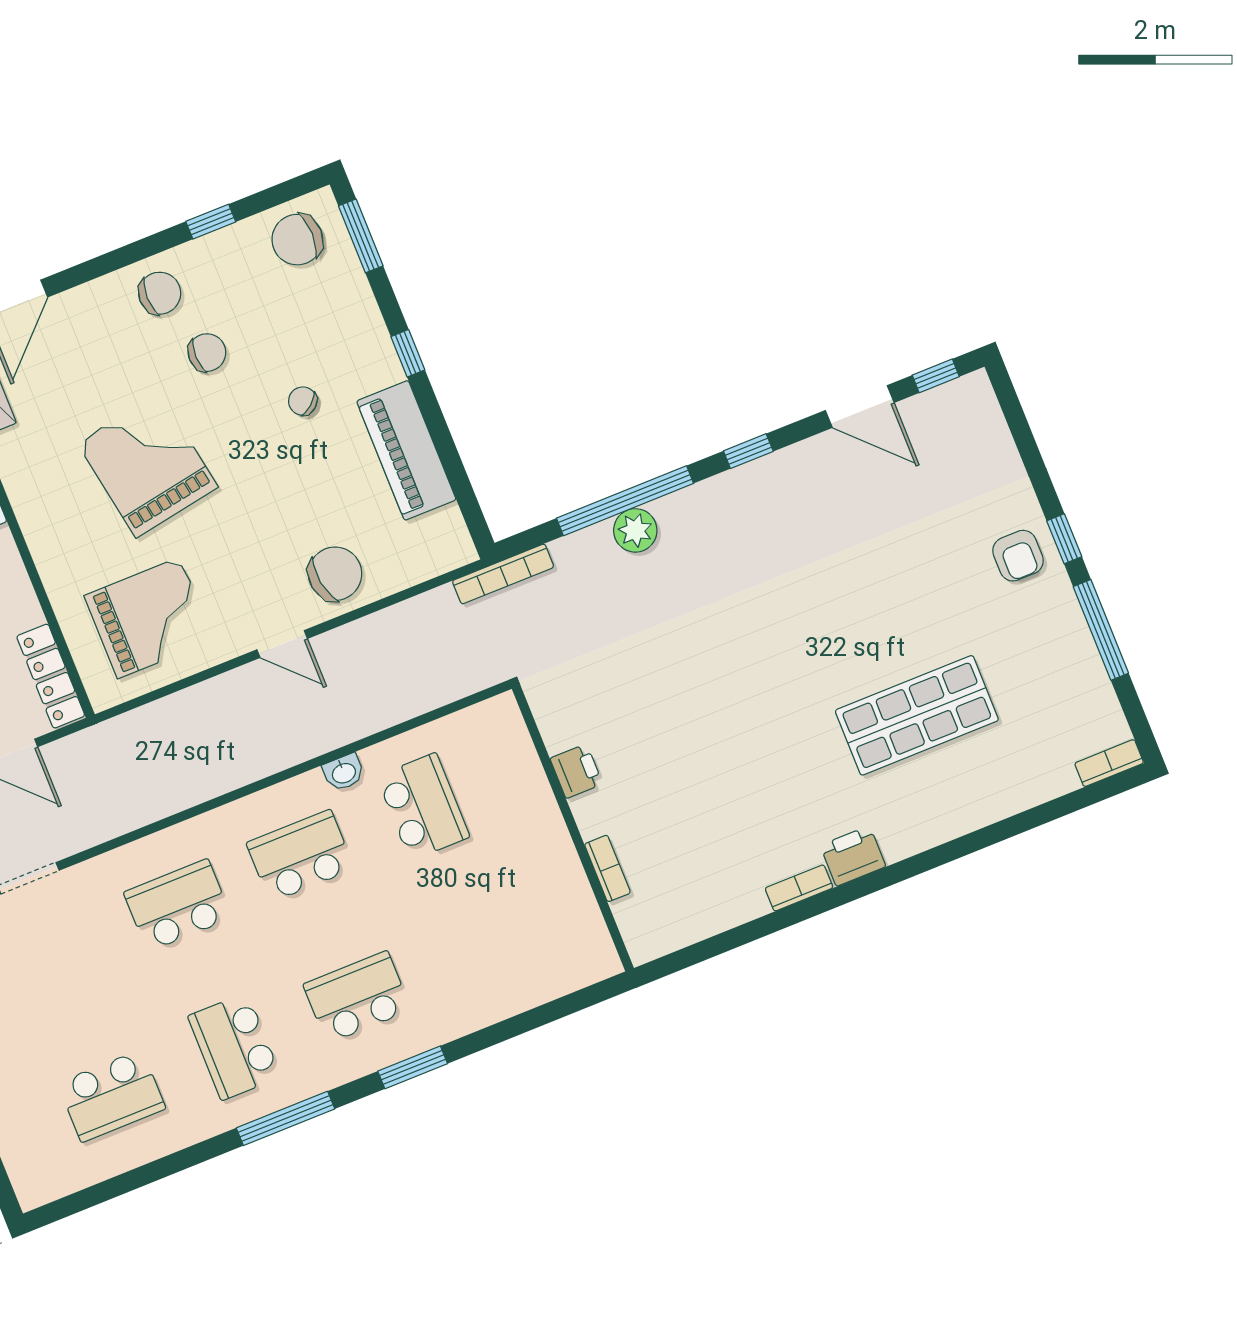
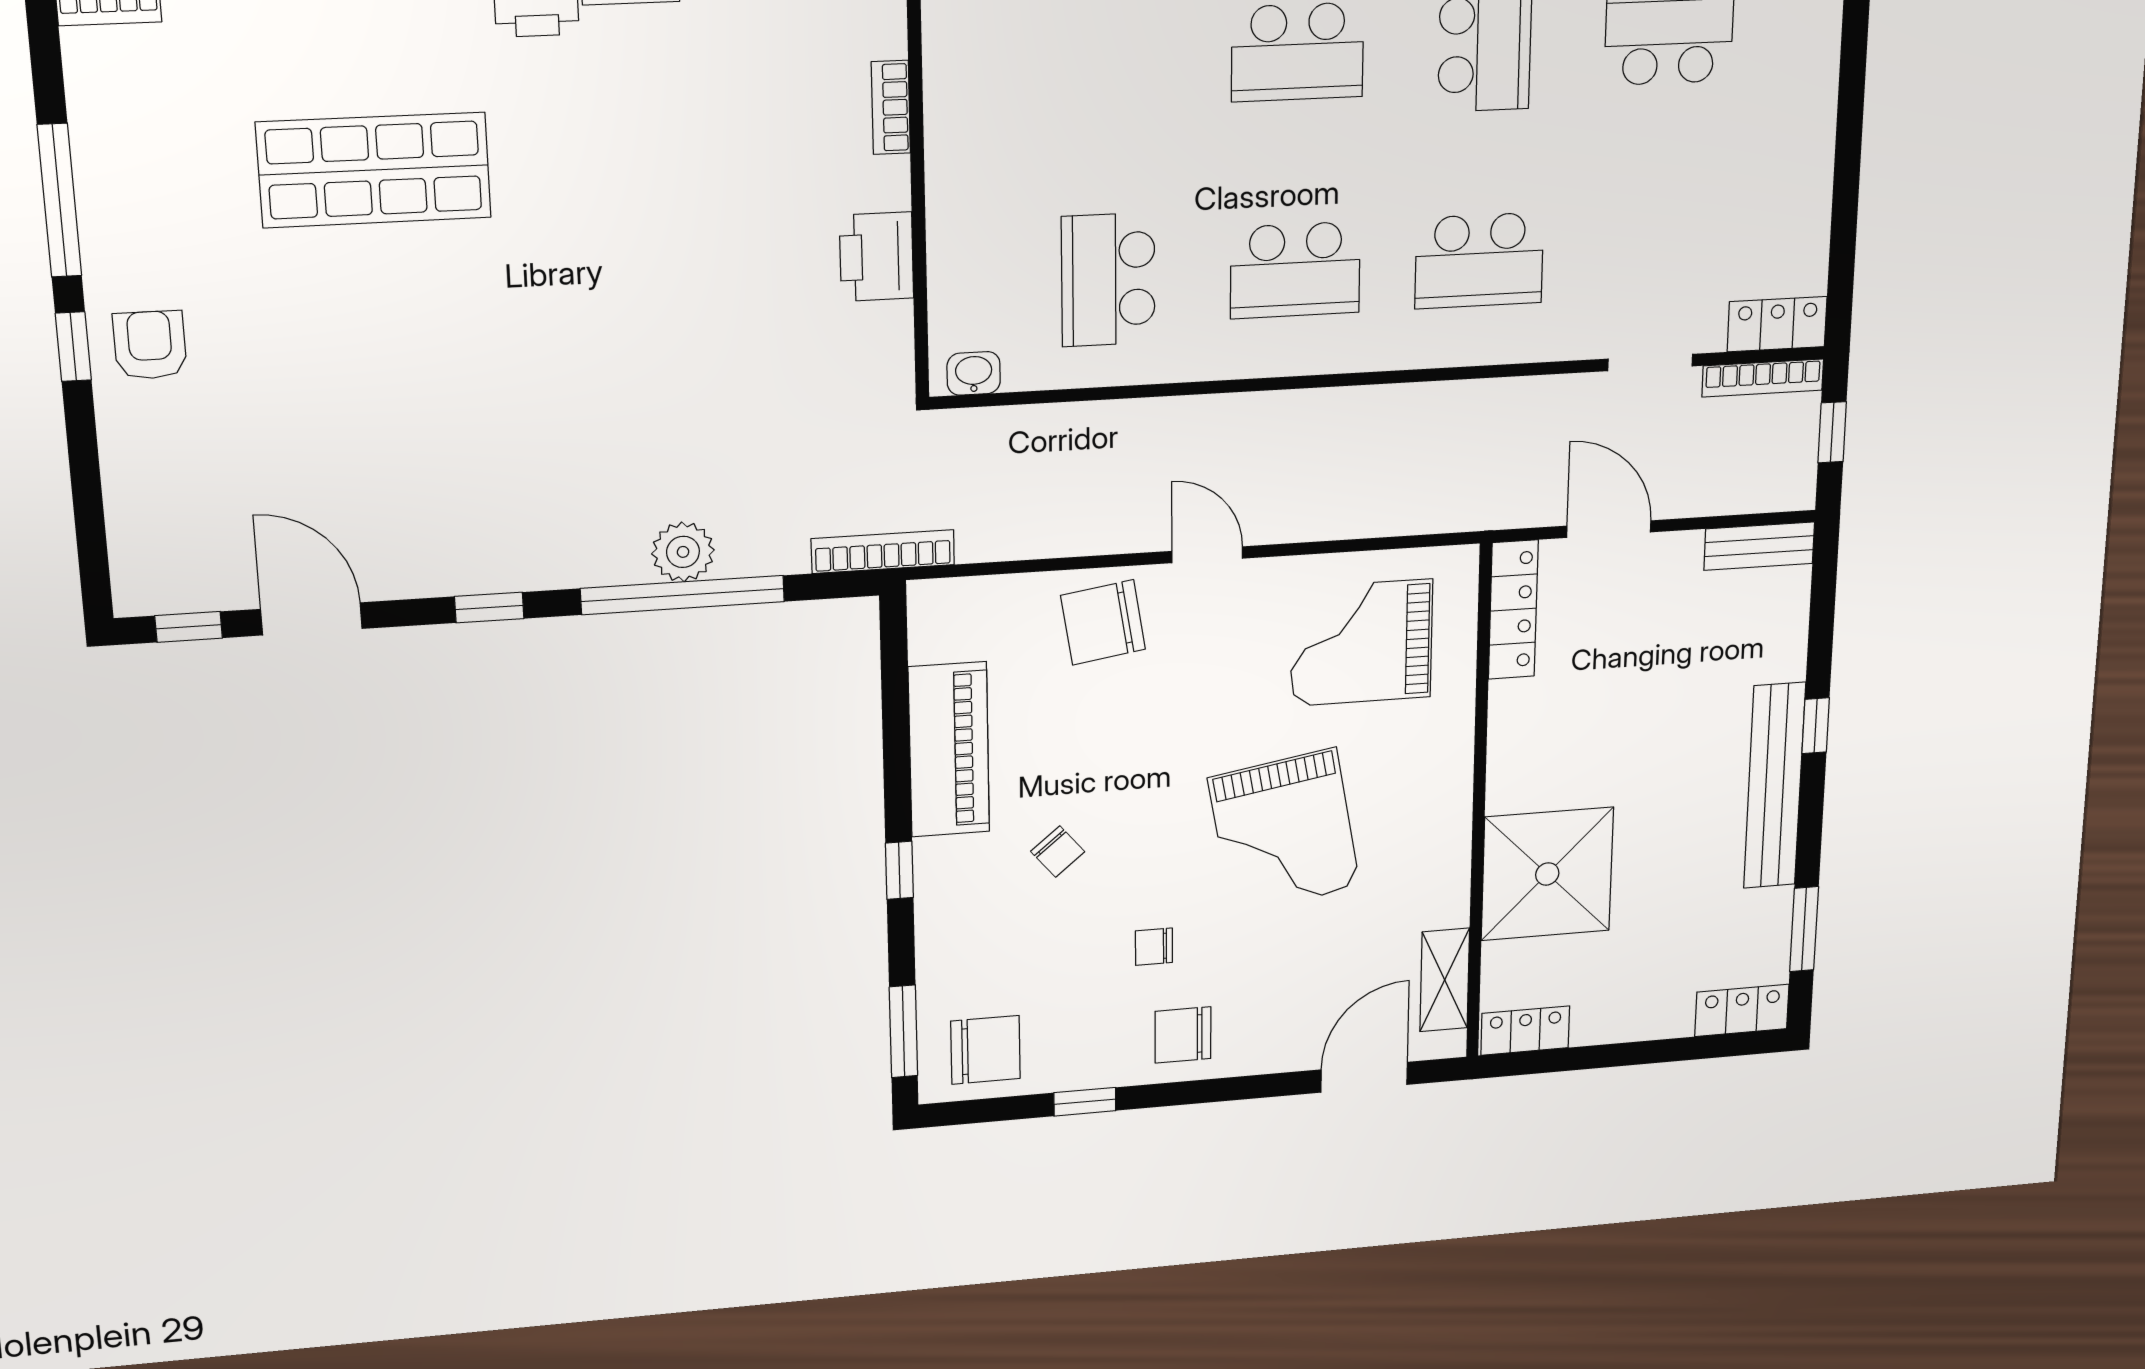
chair: (207, 353) -> (1154, 947), width x0.73, depth x0.73
printer: (576, 771) -> (877, 257), width x1.36, depth x1.24
washbasin: (344, 772) -> (974, 373), moved

